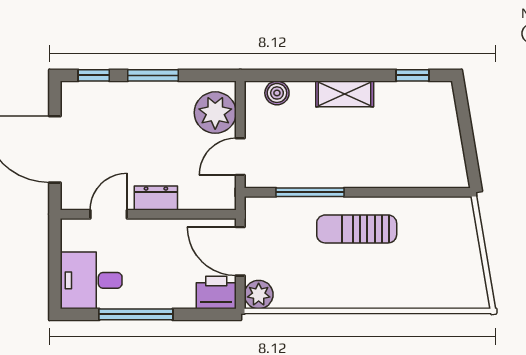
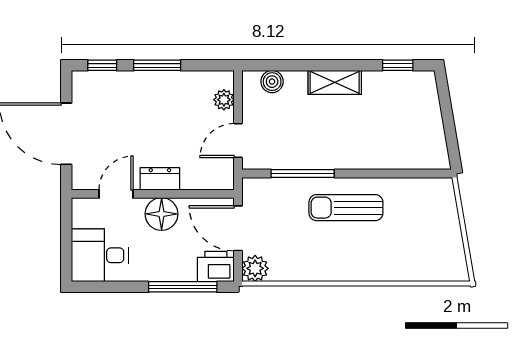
plant: (215, 113) -> (224, 100), width x0.53, depth x0.53
floor lamp: (158, 236) -> (162, 214), added
window: (136, 314) -> (183, 287), moved

